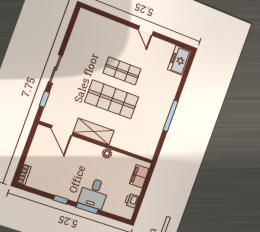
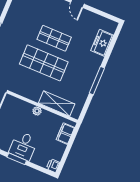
freezer: (179, 60) -> (102, 43), moved
shelving: (94, 132) -> (57, 103), moved
printer: (132, 201) -> (53, 166), moved

